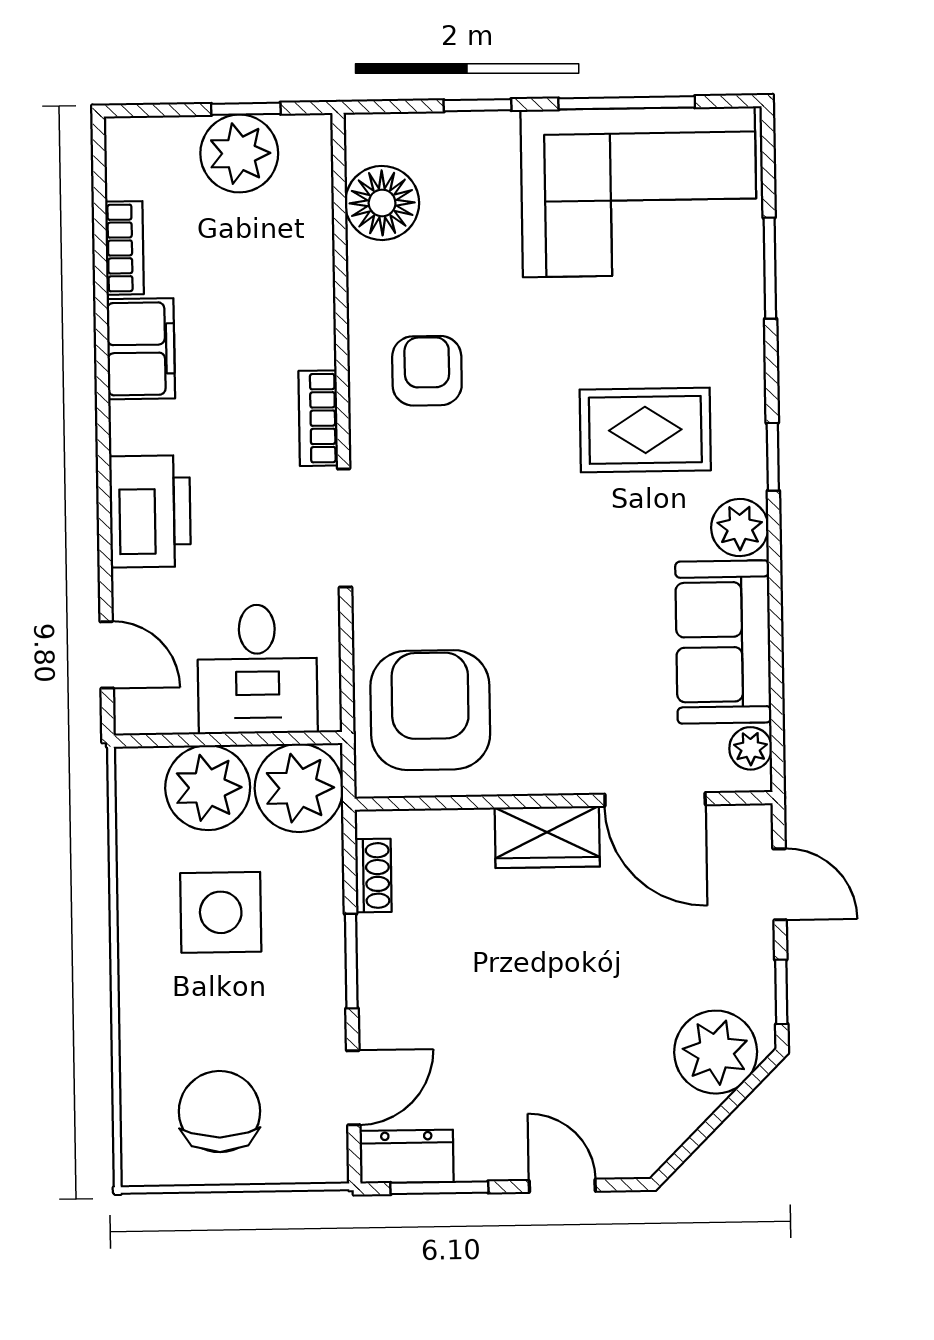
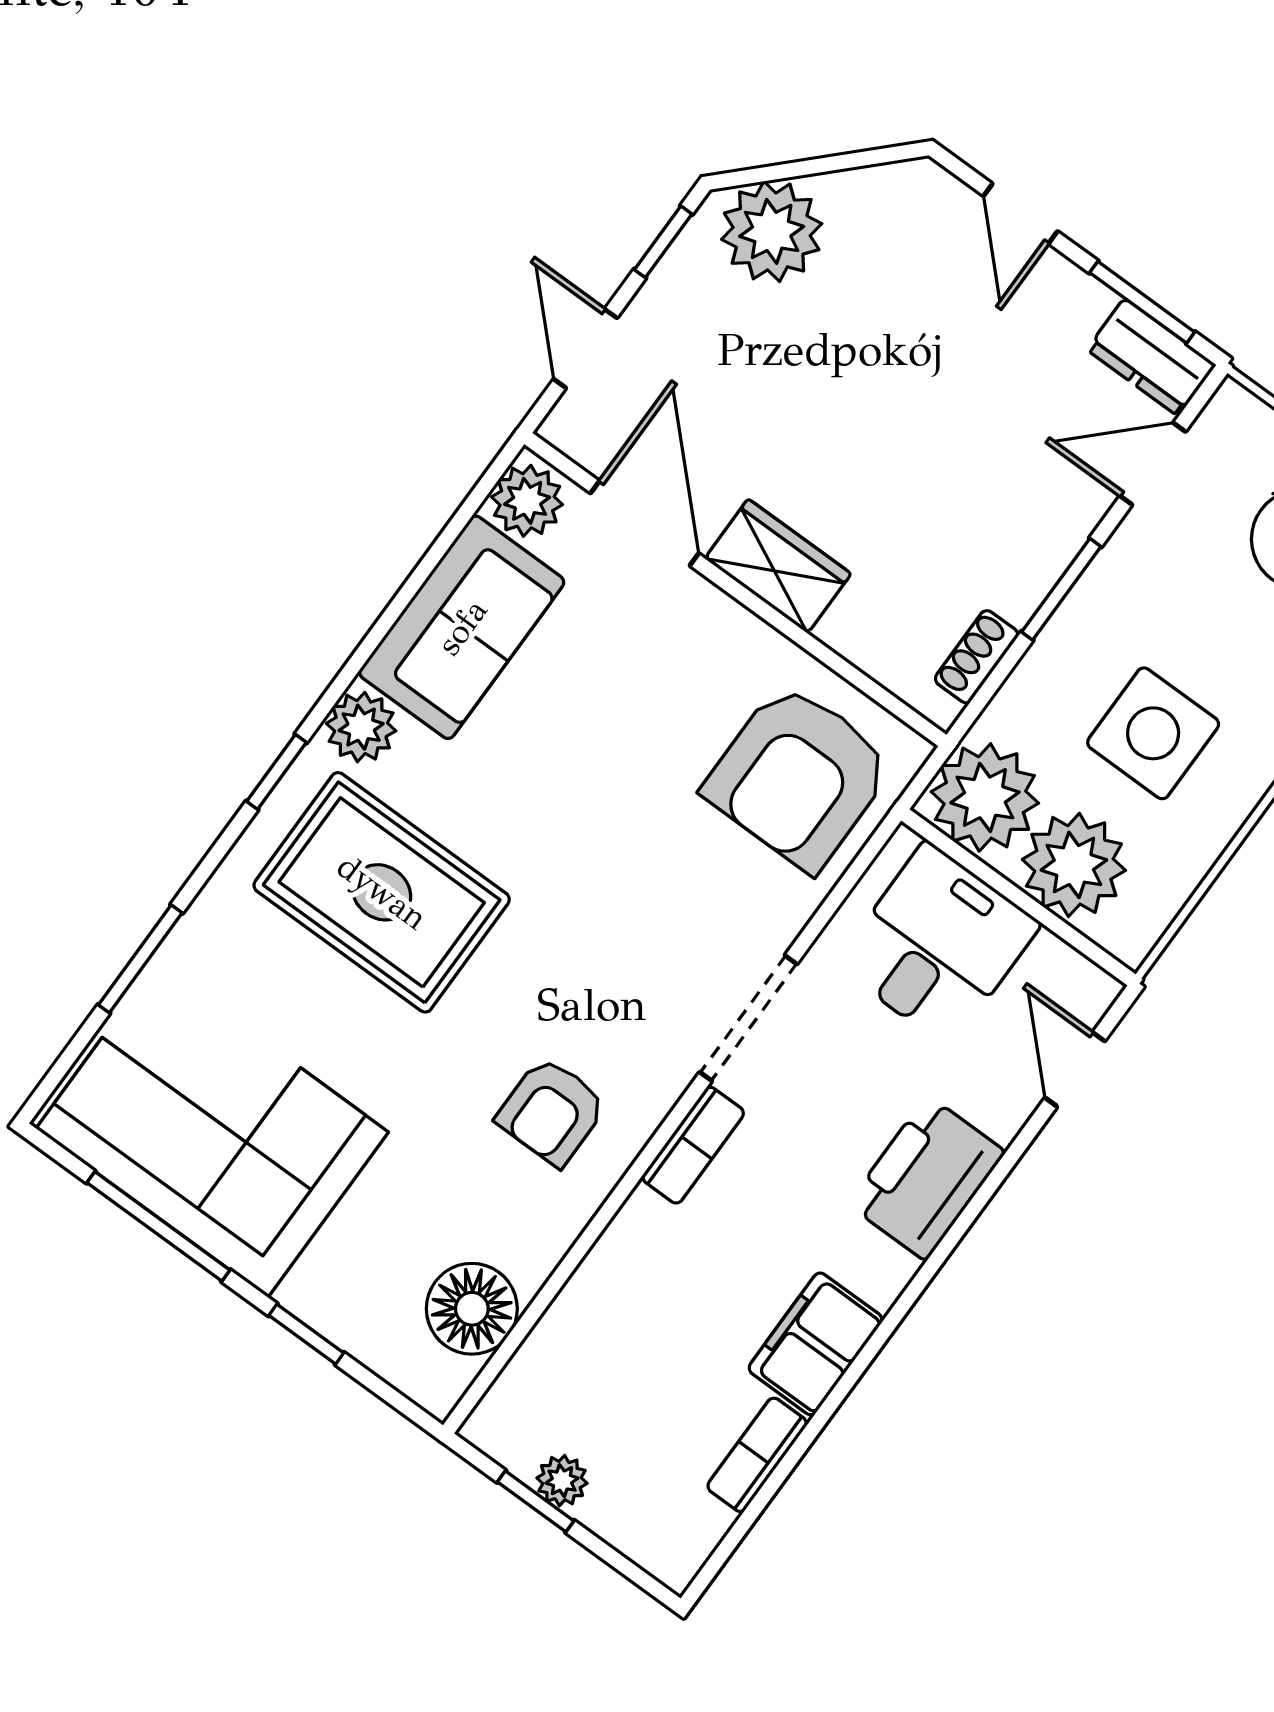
plant: (239, 153) -> (562, 1481), width x0.53, depth x0.53
rug: (645, 430) -> (382, 892), width x1.36, depth x1.43
plant: (751, 748) -> (527, 501), width x1.38, depth x1.38

